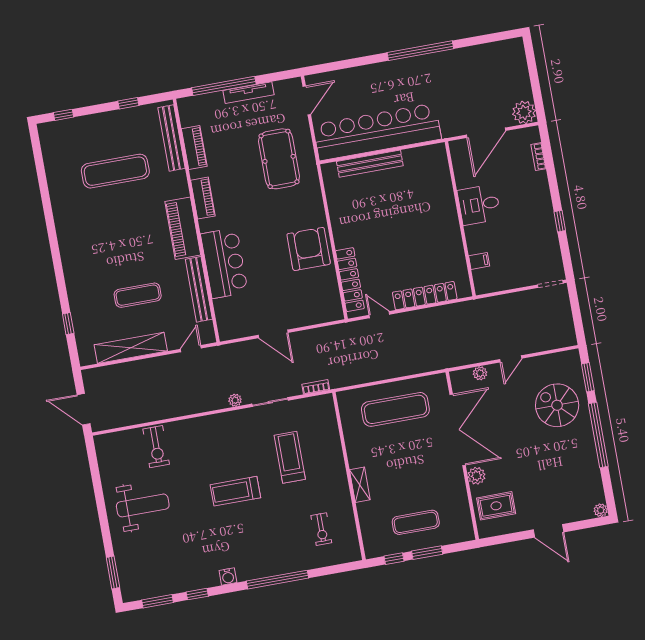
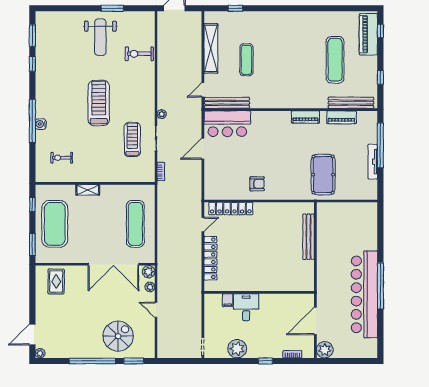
door: (307, 100) -> (360, 201), removed
bar counter: (377, 132) -> (364, 294), moved, turned 180
door: (486, 133) -> (315, 321), hinge flipped
pool table: (279, 159) -> (323, 175), turned 90
desk: (479, 205) -> (246, 307), moved
window: (560, 221) -> (265, 361), moved
piano: (183, 228) -> (368, 34), moved, turned -90
plant: (545, 235) -> (237, 349), added
armchair: (309, 249) -> (257, 184), width x0.53, depth x0.53
bar counter: (224, 263) -> (227, 124), moved
bench: (199, 289) -> (227, 103), moved
door: (191, 349) -> (203, 90), swing flipped
treadmill: (290, 457) -> (132, 140), moved, turned -90
plant: (476, 476) -> (149, 272), moved
treadmill: (235, 491) -> (99, 103), width x1.37, depth x1.38
exercise mat: (416, 522) -> (55, 224), width x2.00, depth x1.45
door: (548, 531) -> (32, 335), moved
window: (427, 553) -> (32, 245), moved
window: (113, 572) -> (112, 8), moved
water cooler: (228, 576) -> (41, 124), moved

